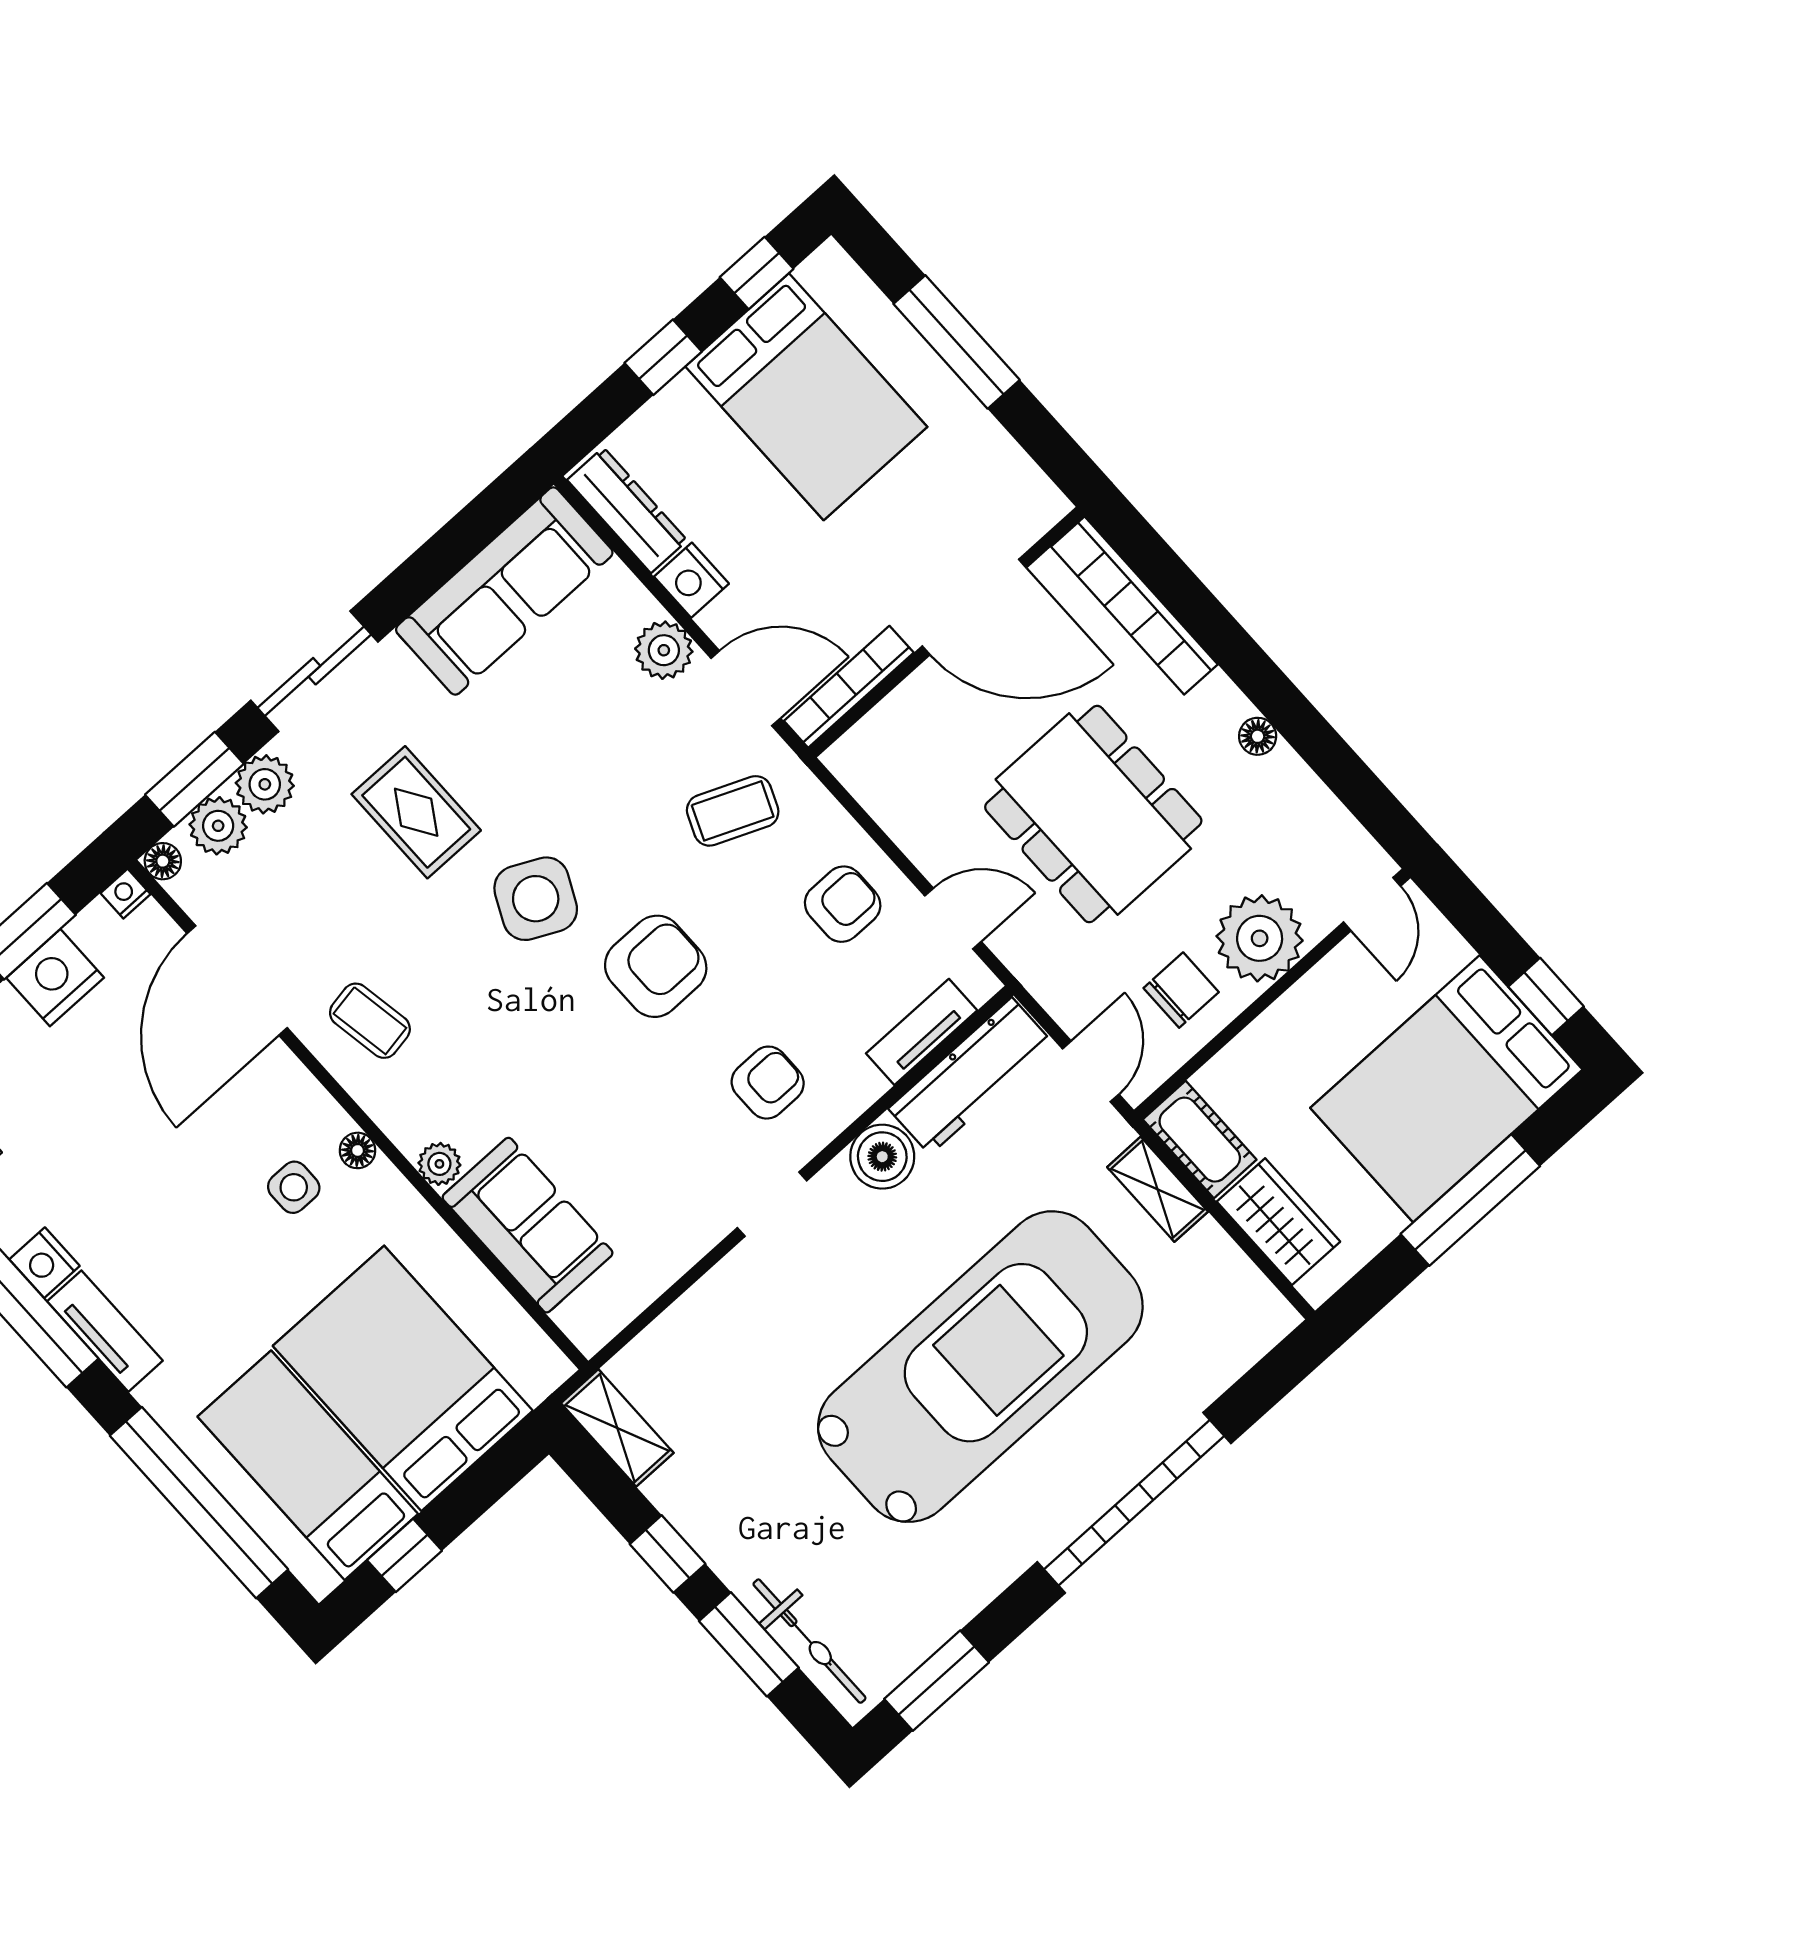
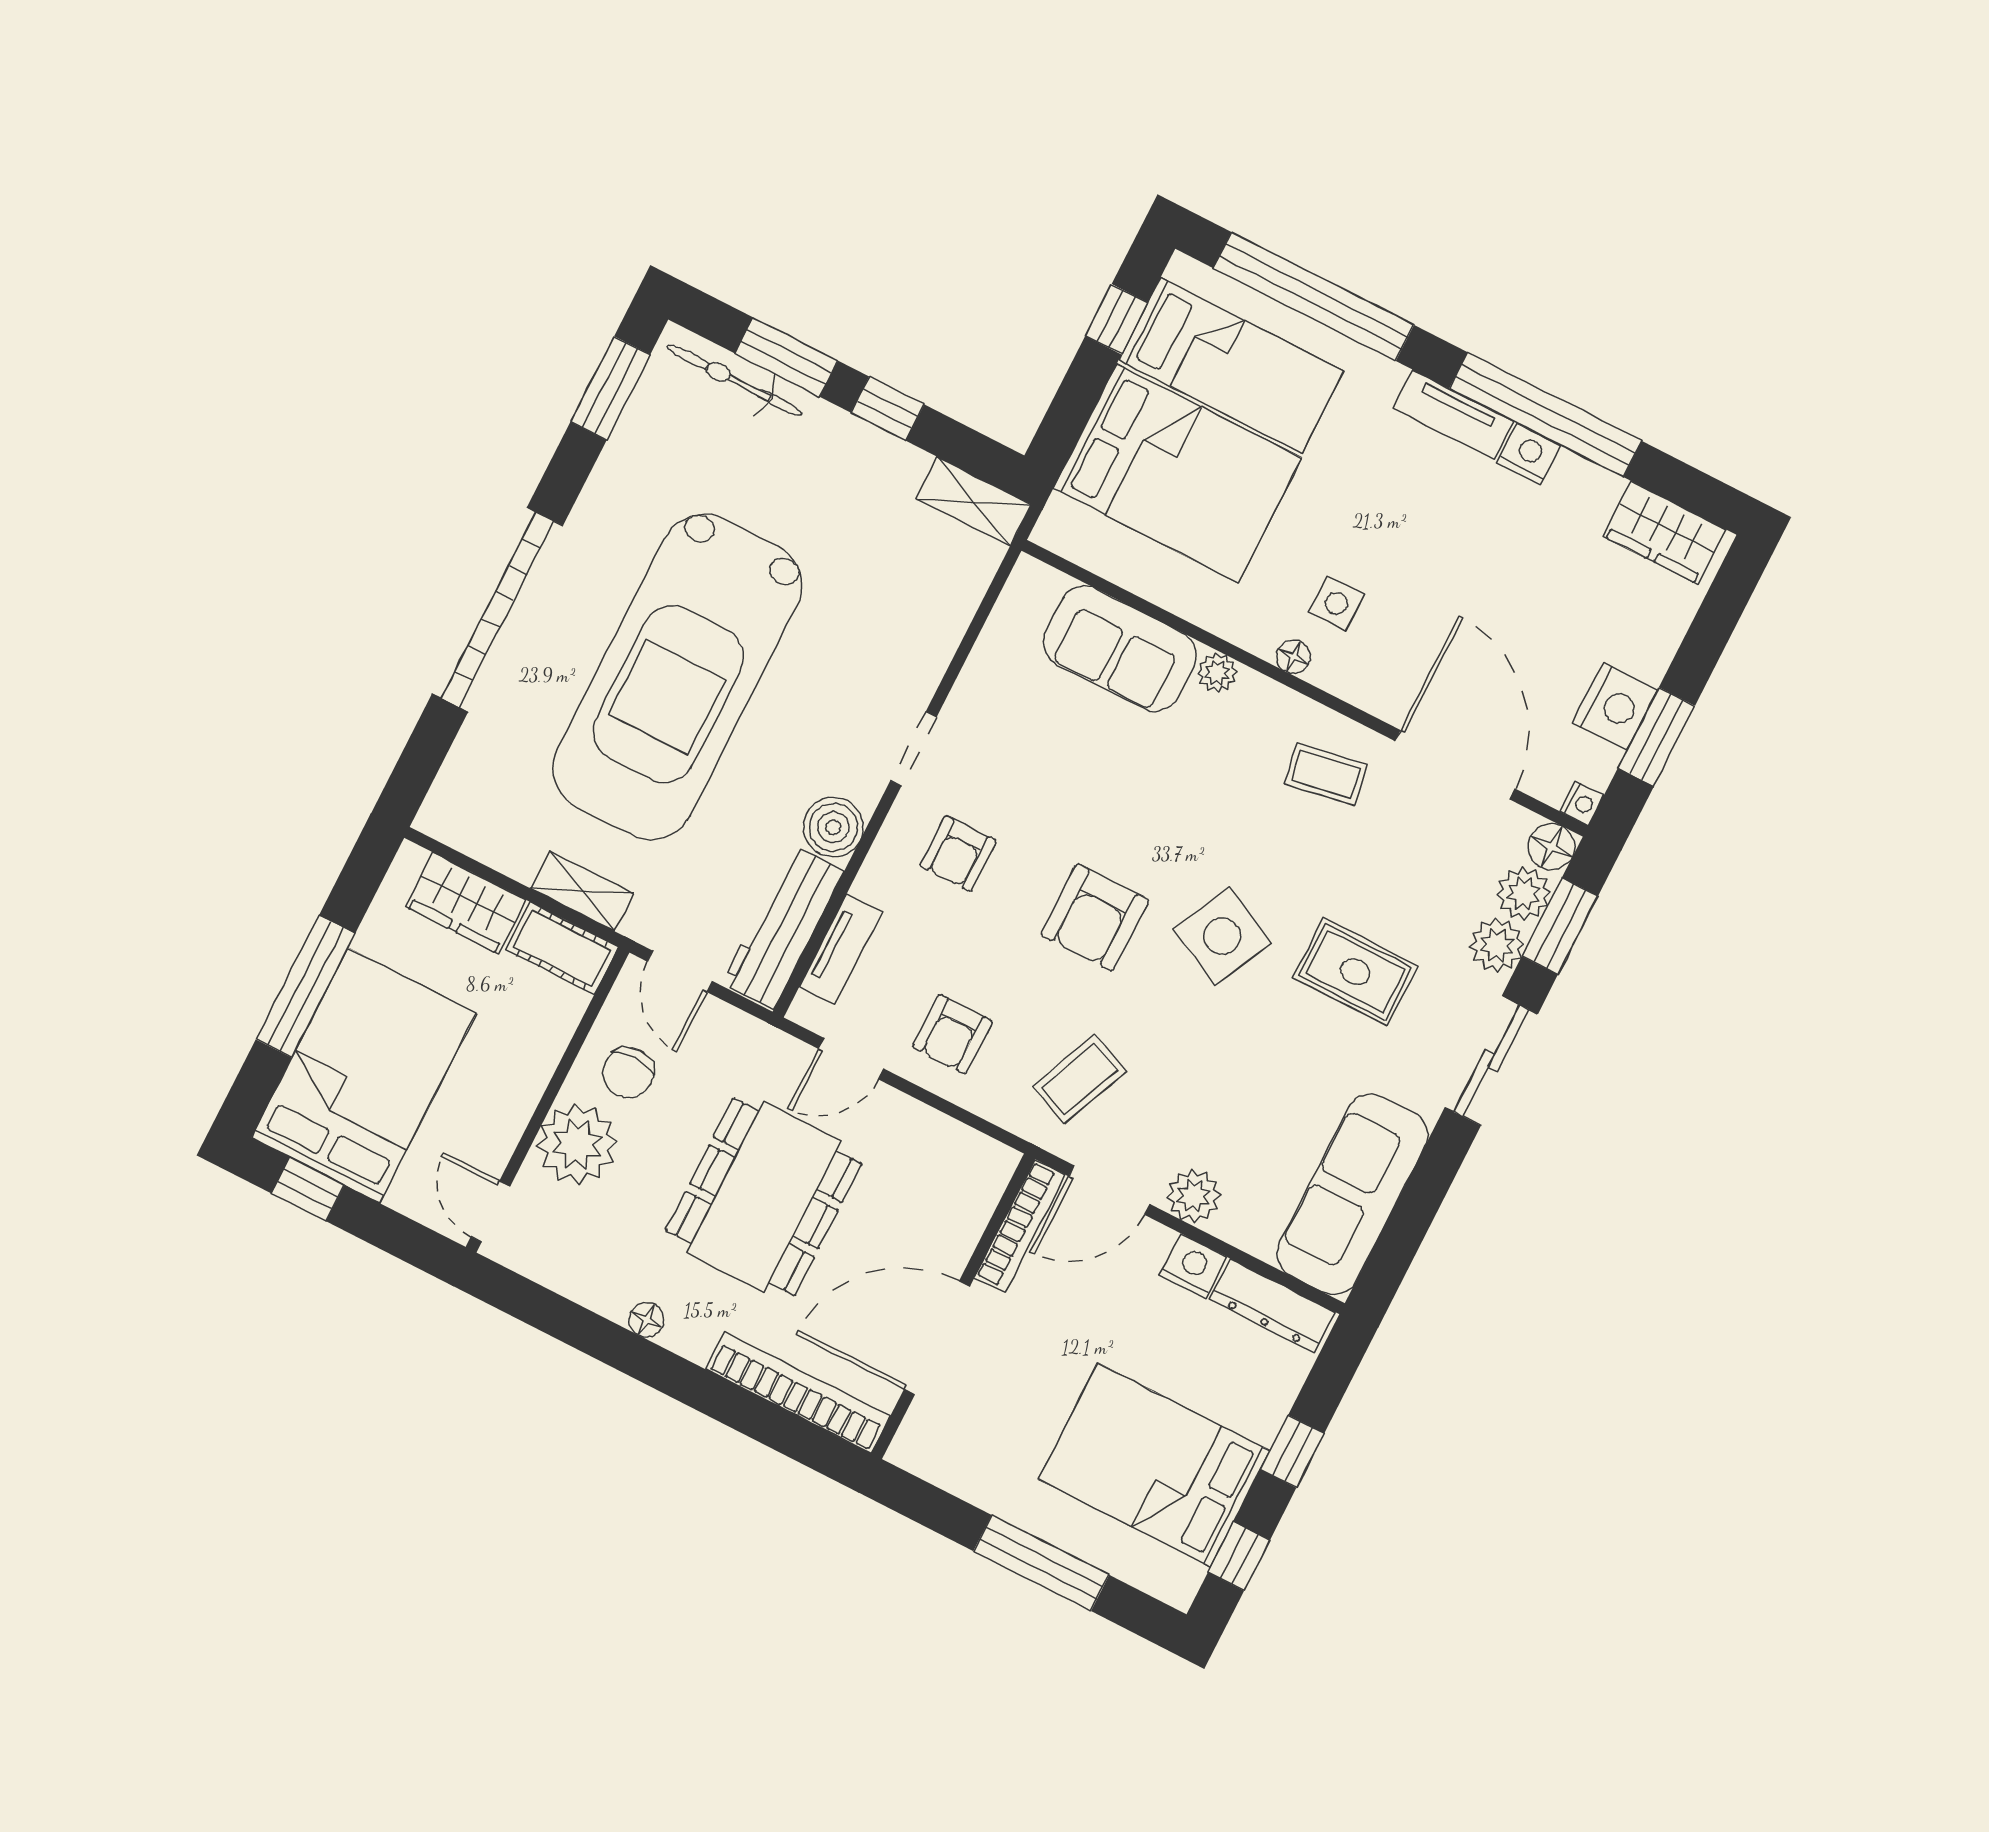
dining table: (1093, 814) -> (764, 1197), turned 90
floor lamp: (163, 861) -> (1552, 847), width x1.37, depth x1.37

